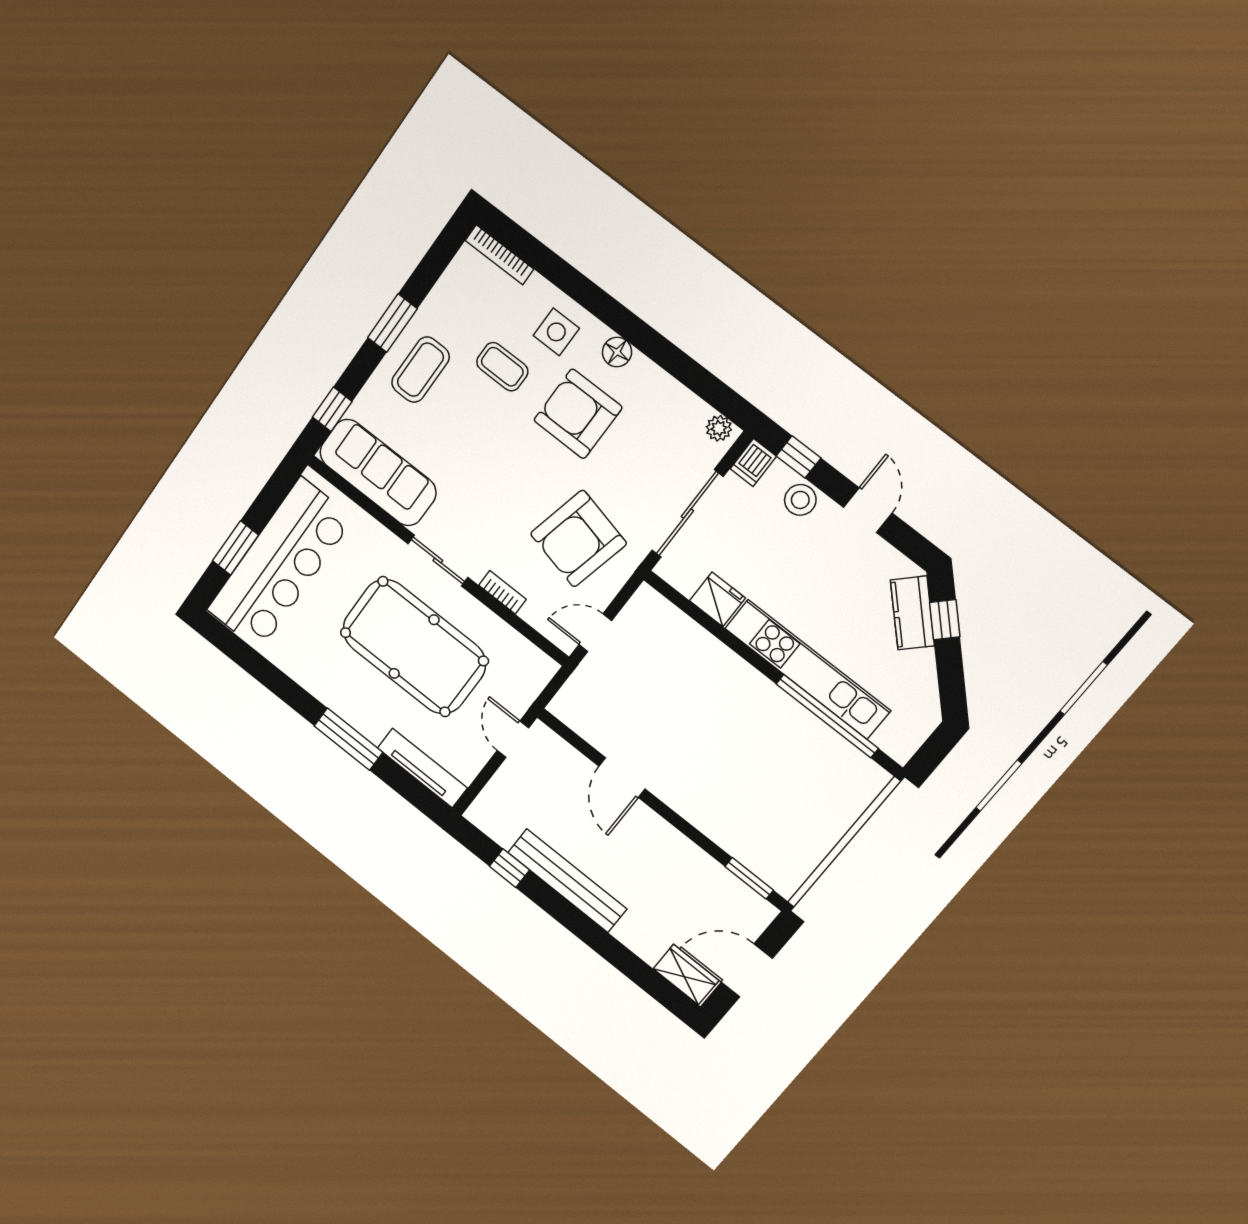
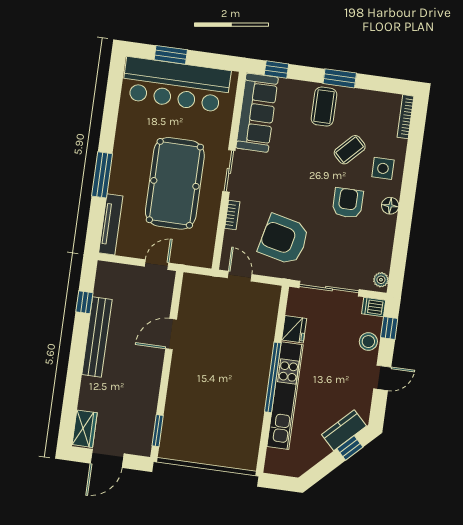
coffee table: (502, 367) -> (350, 150), turned 44
coffee table: (420, 370) -> (324, 107), turned 90
armchair: (578, 414) -> (348, 203), width x0.73, depth x0.73
window: (827, 716) -> (273, 377), moved
door: (747, 970) -> (107, 458), swing flipped

